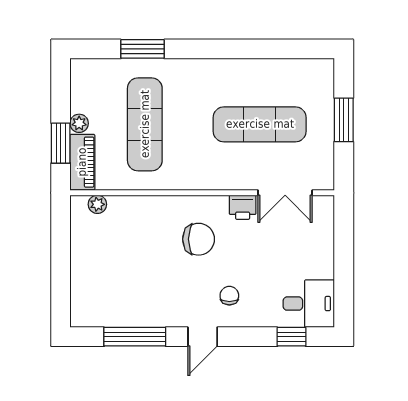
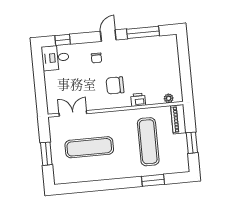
plant: (79, 123) -> (182, 139), removed
window: (61, 143) -> (192, 143), moved
printer: (243, 207) -> (138, 100), moved

